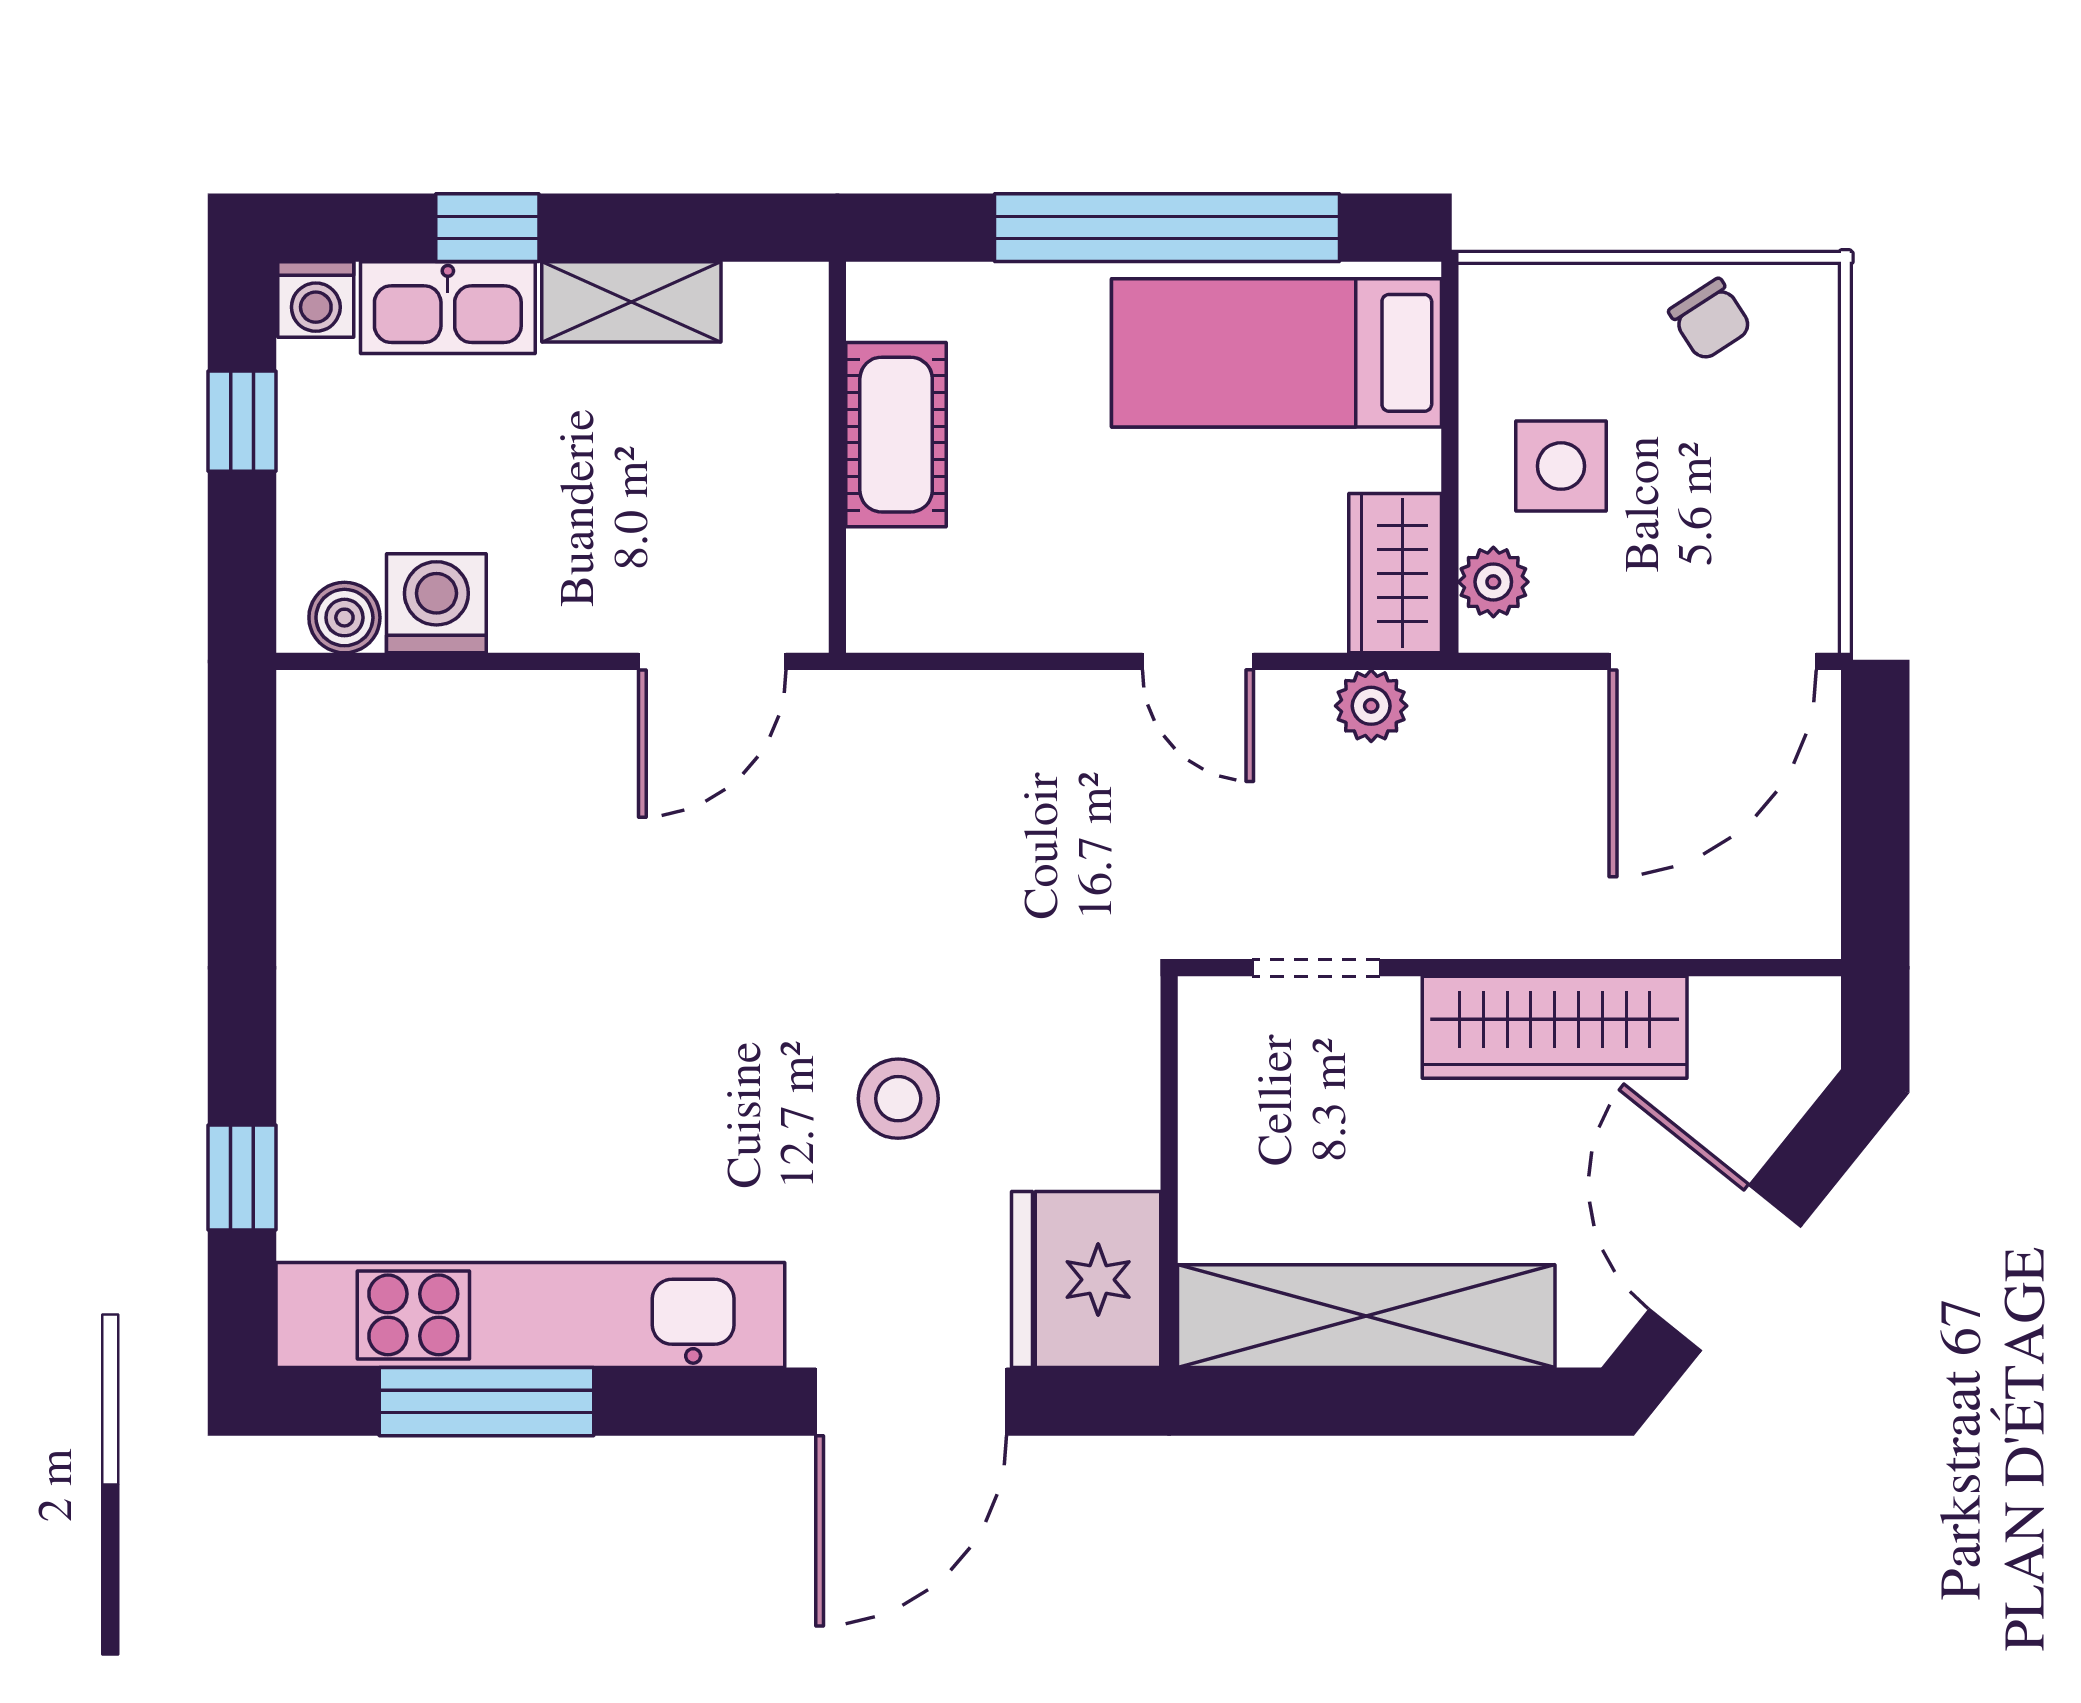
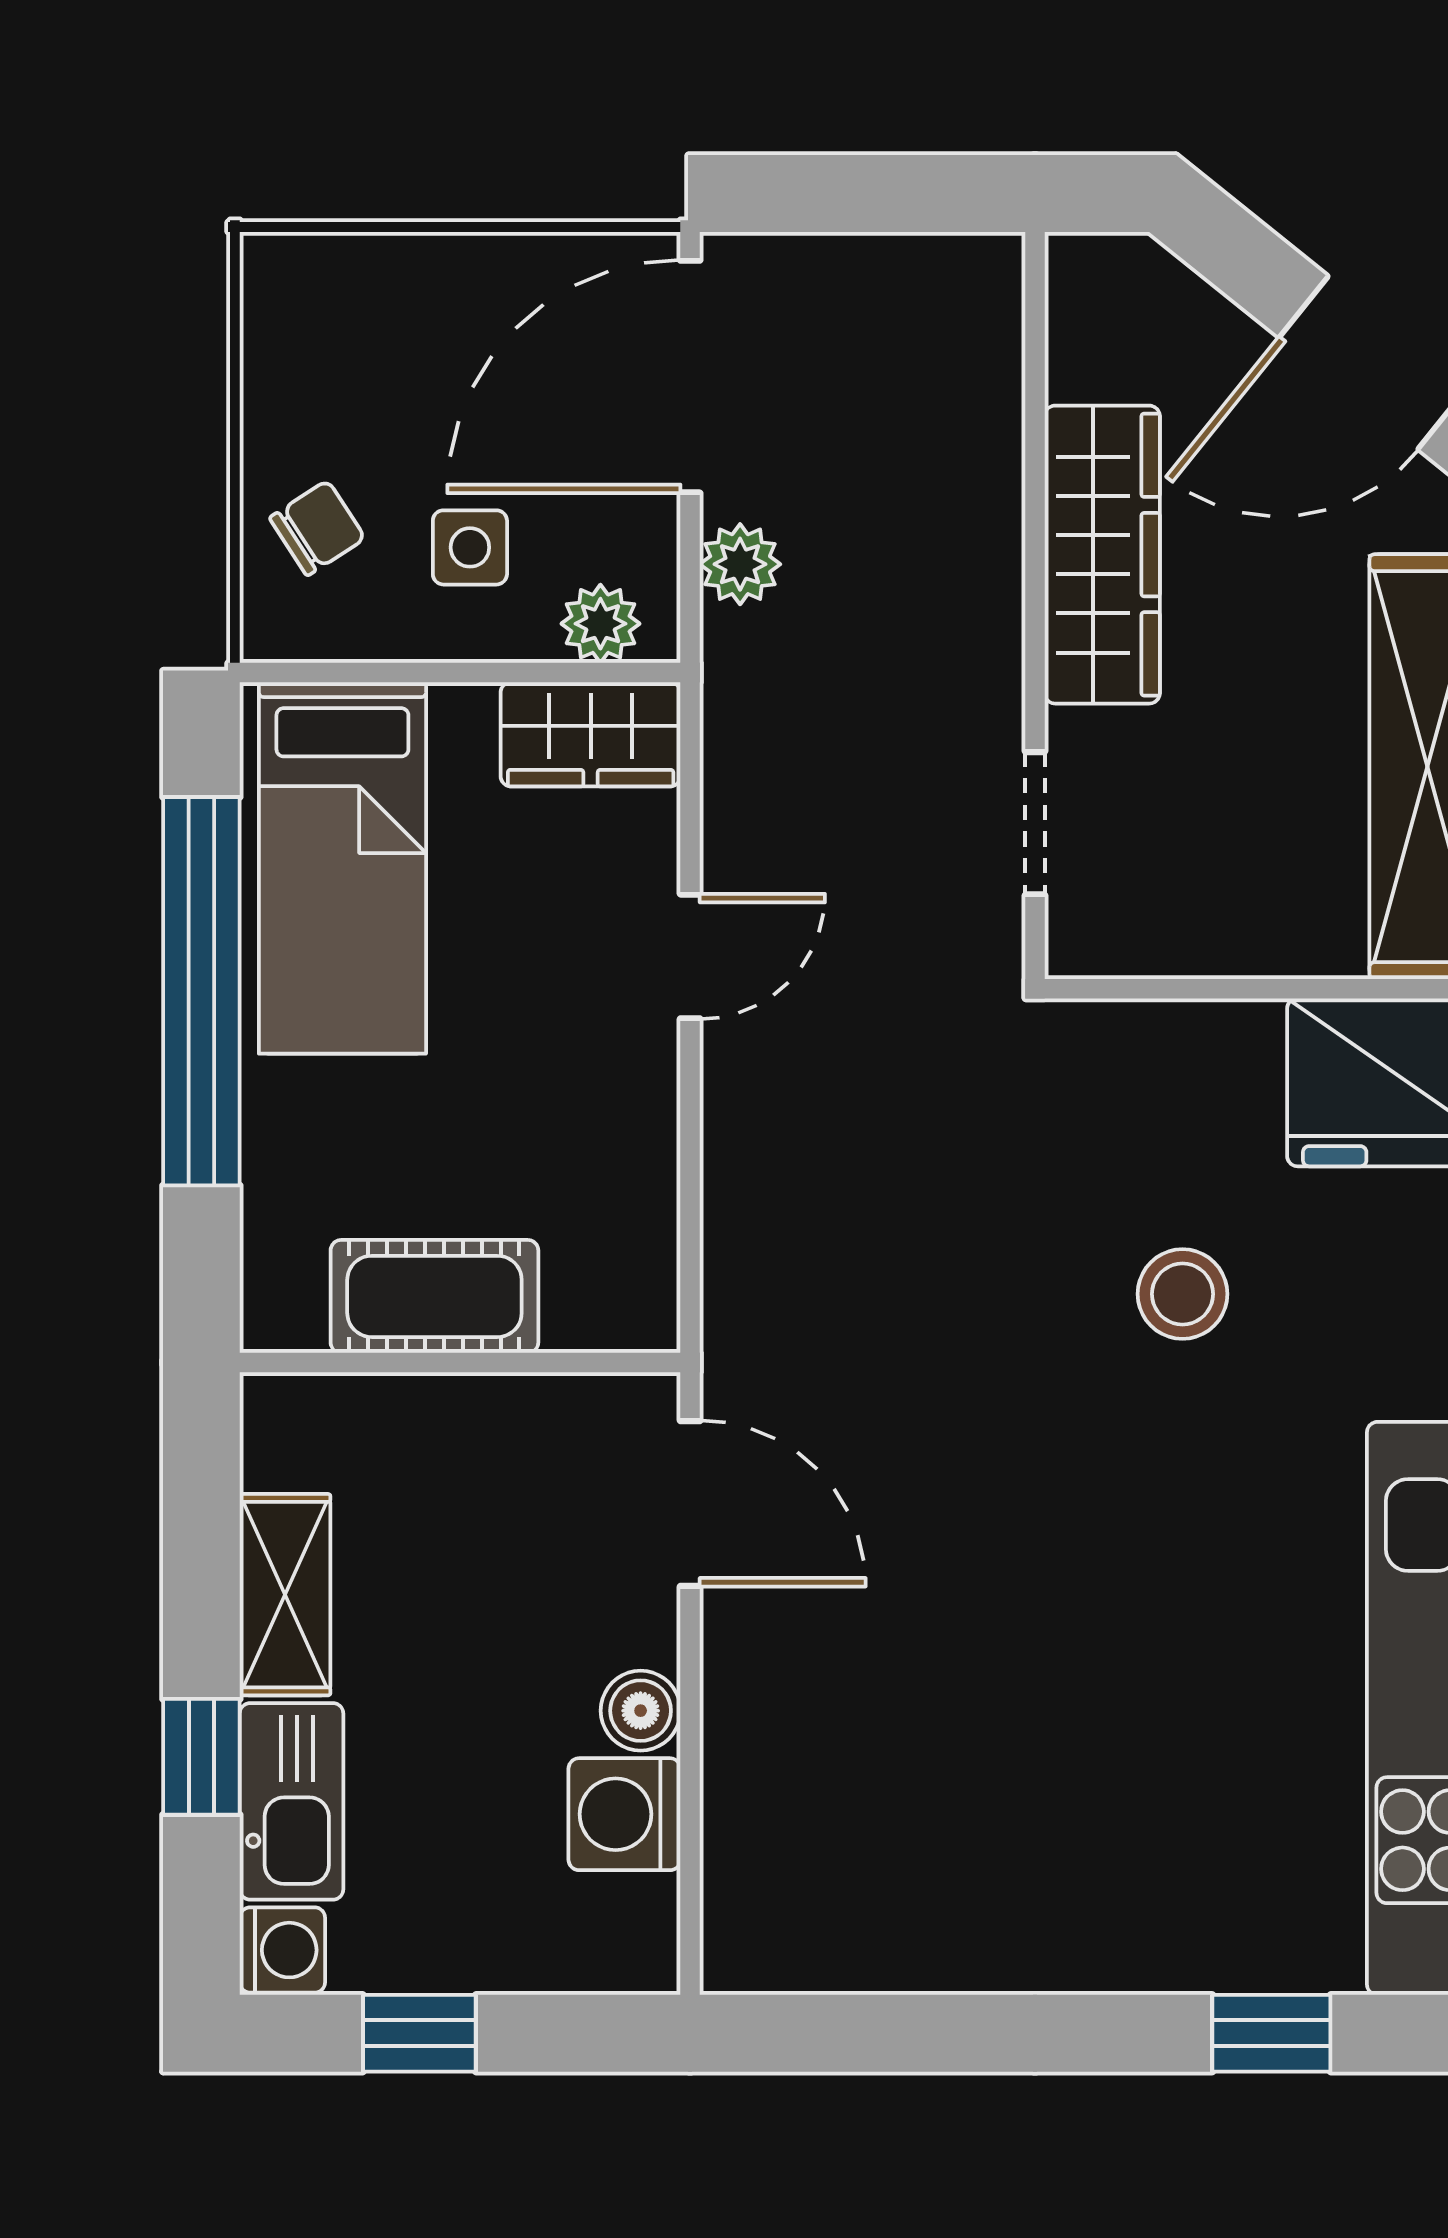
chair: (1710, 320) -> (317, 528), moved
side table: (1561, 466) -> (470, 547), width x0.73, depth x0.73
boiler: (344, 618) -> (641, 1711), moved
door: (1713, 661) -> (690, 377), swing flipped
plant: (1371, 706) -> (740, 564), moved

